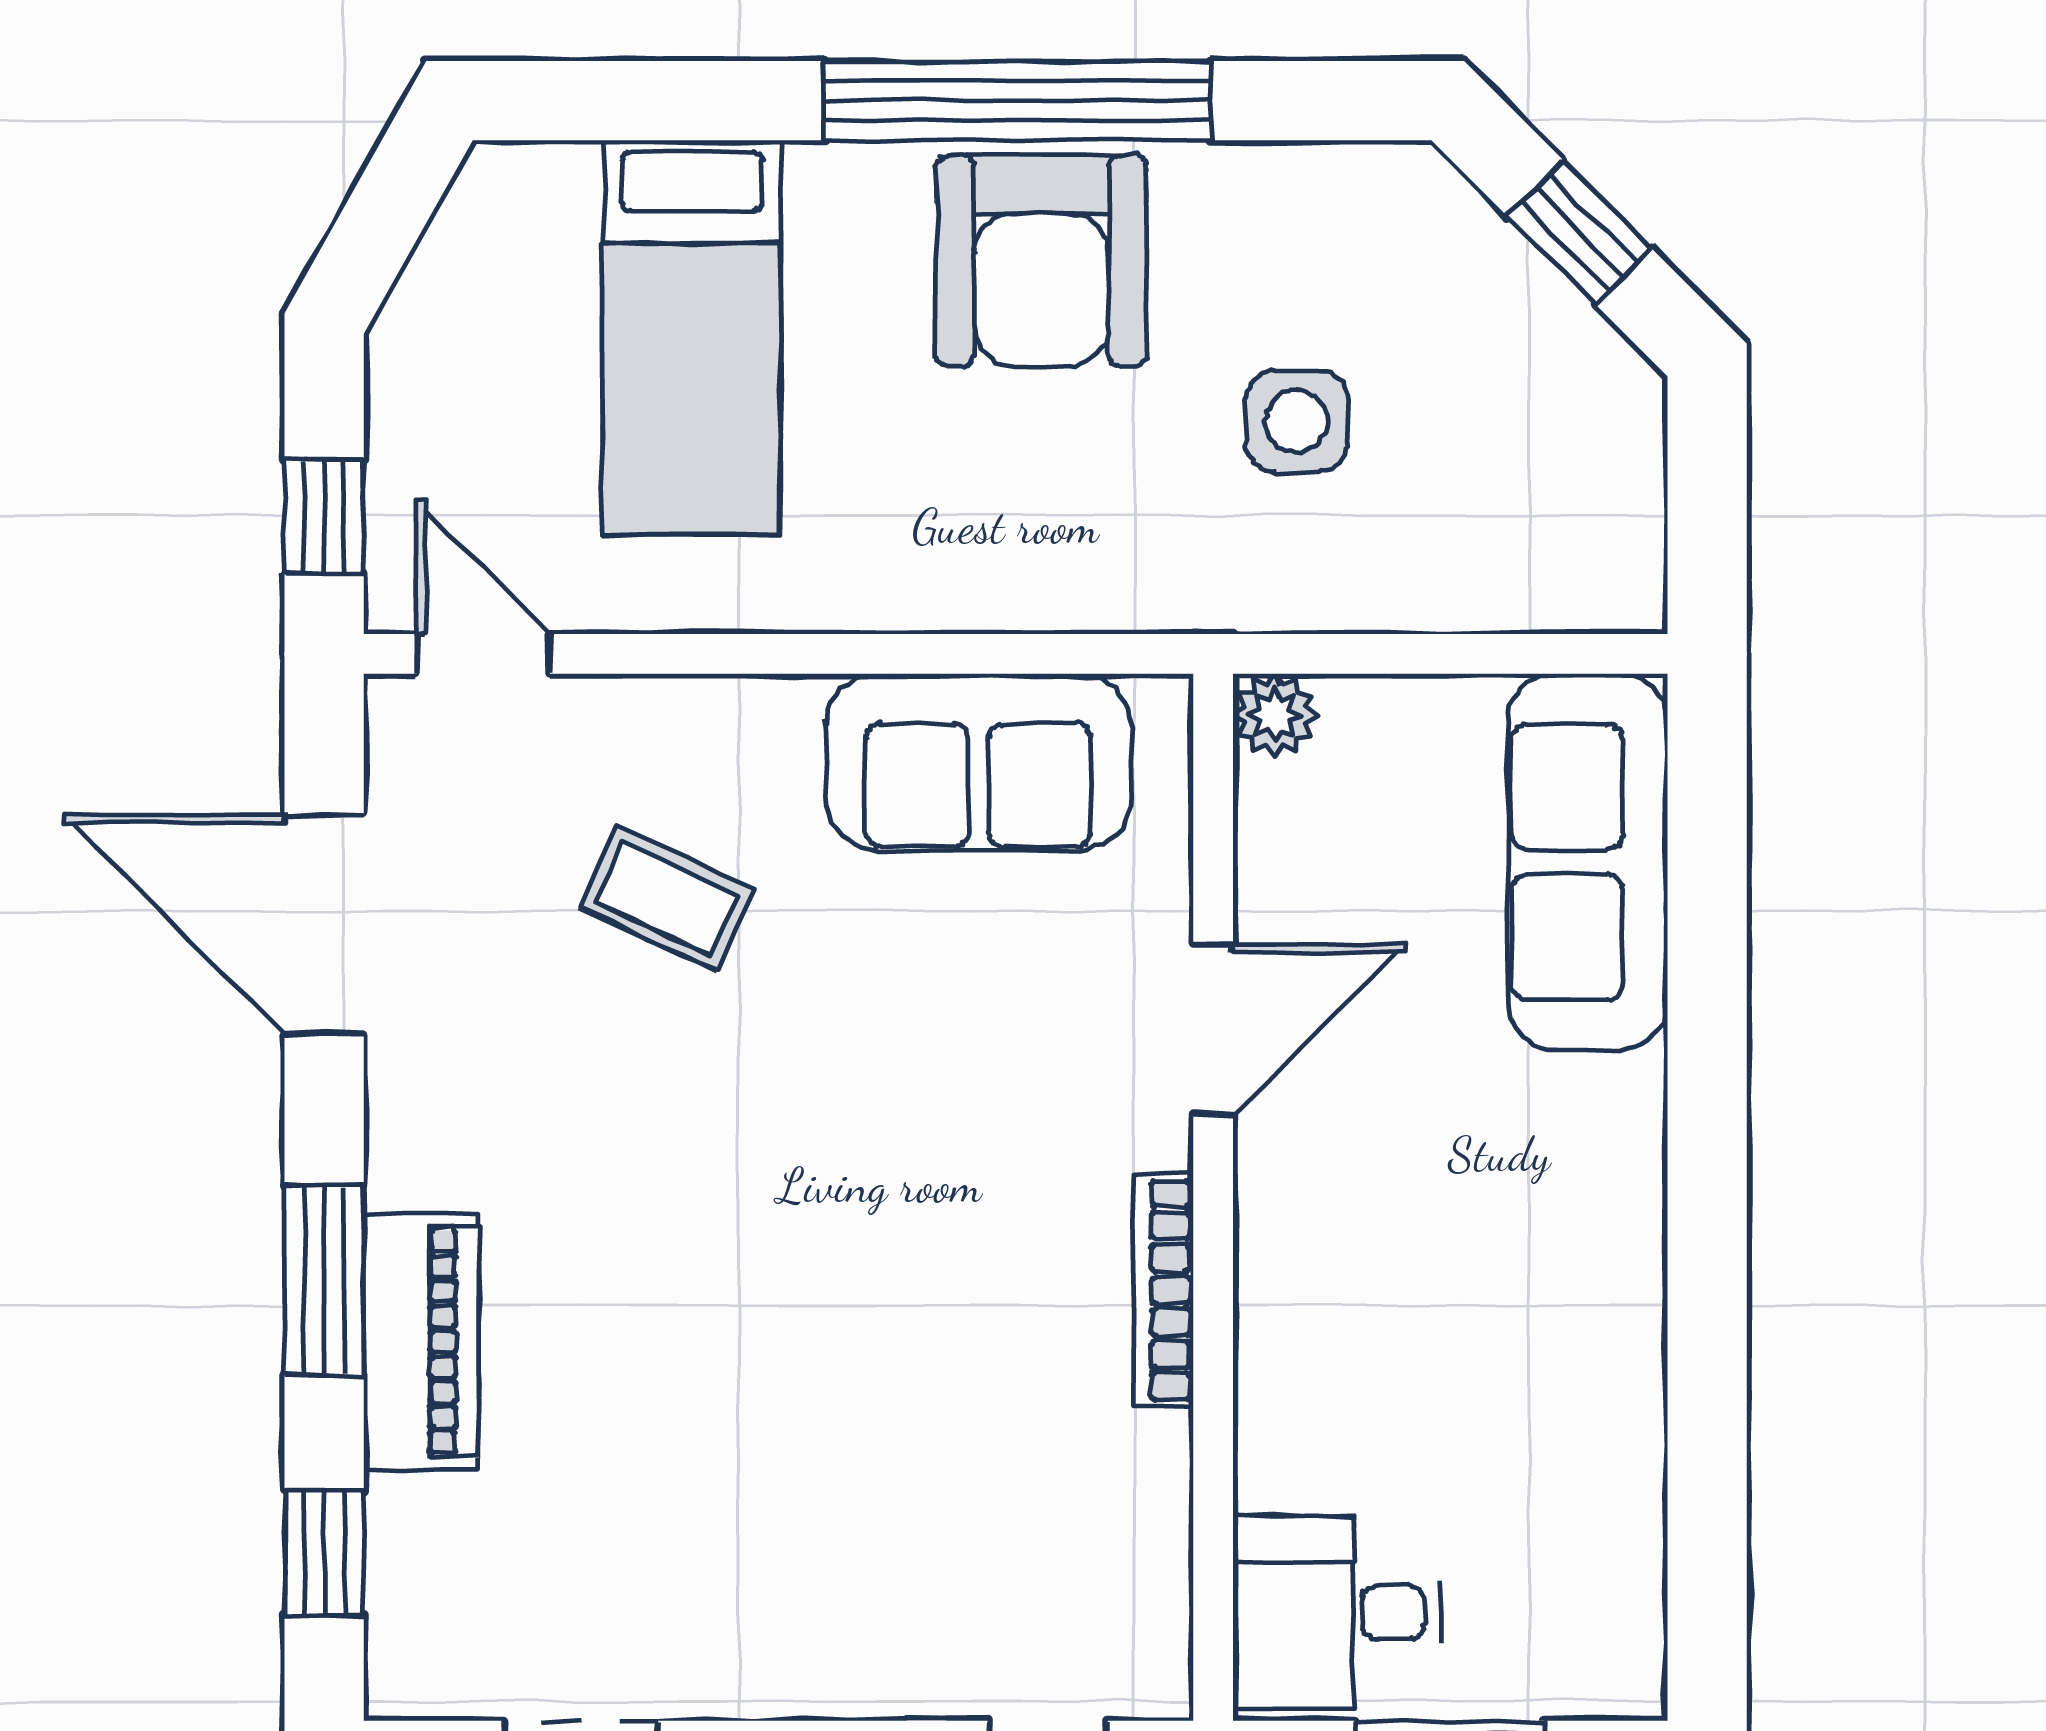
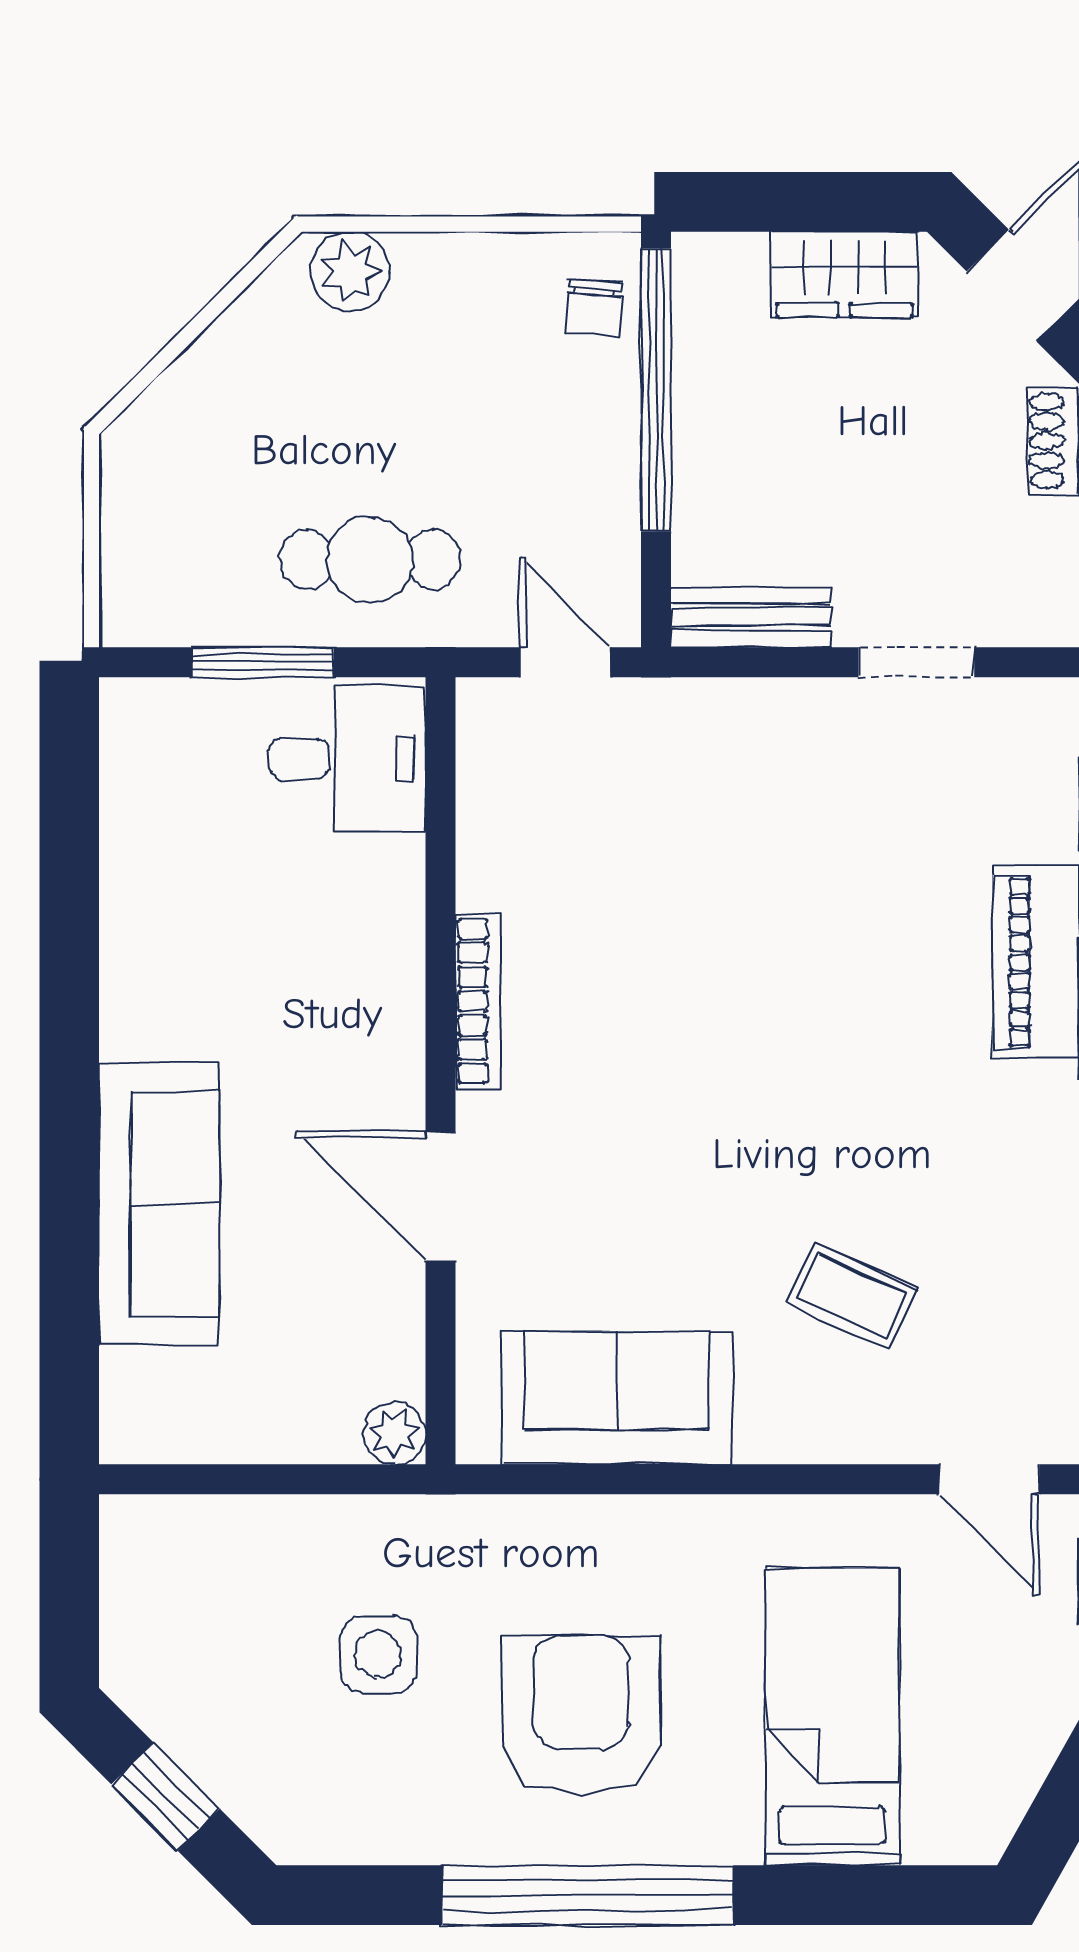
armchair: (1041, 261) -> (581, 1714), moved
sofa: (1588, 862) -> (159, 1204), moved
door: (1213, 1030) -> (441, 1197), hinge flipped

